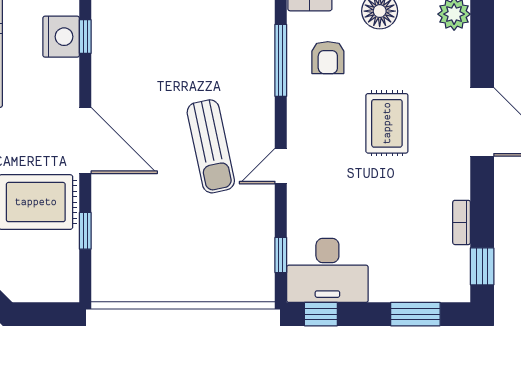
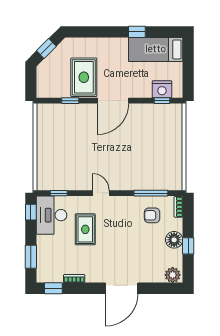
rug: (387, 123) -> (85, 229), moved, turned 90
sun lounger: (211, 146) -> (110, 160), removed

